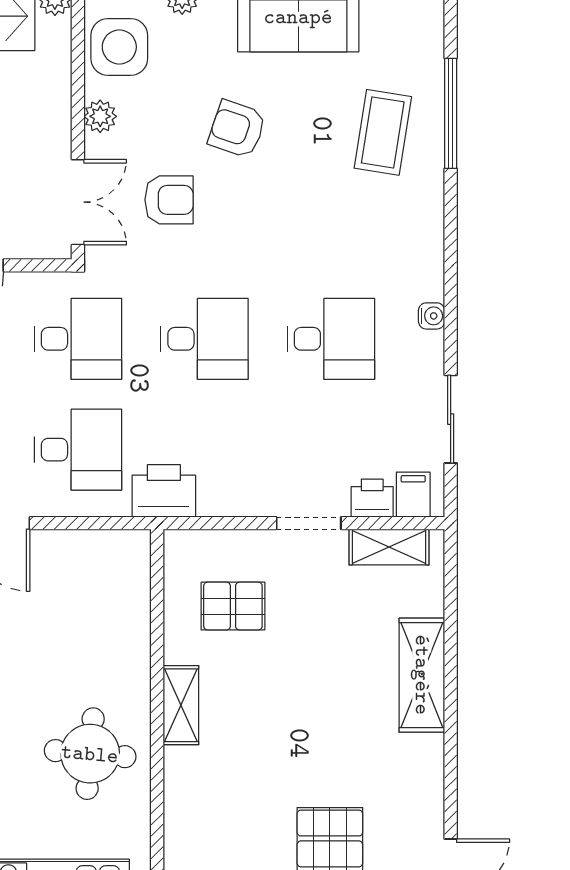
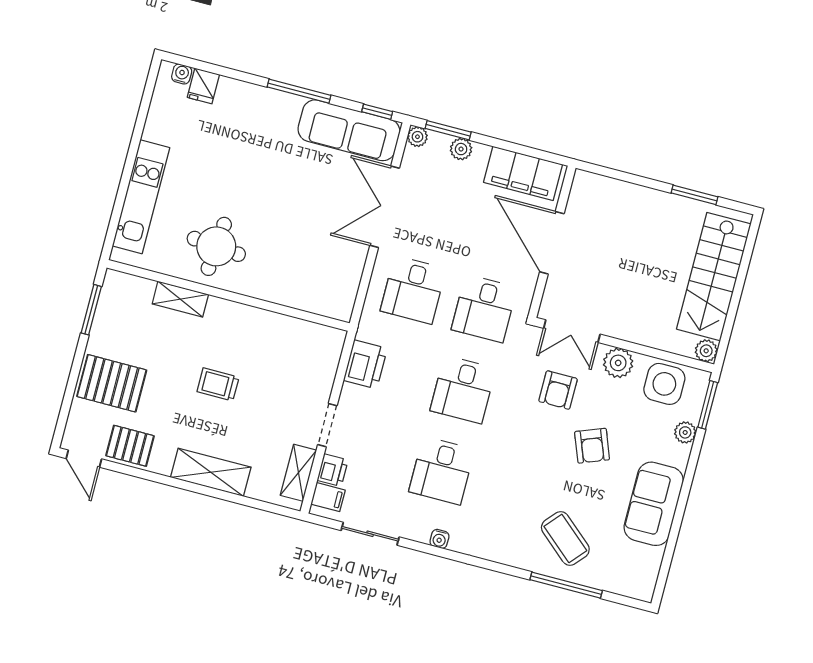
plant: (100, 116) -> (618, 363), width x1.38, depth x1.38
armchair: (237, 129) -> (592, 446), turned 140
coffee table: (383, 132) -> (565, 538), turned 32
printer: (164, 491) -> (365, 364), moved
pallet: (233, 606) -> (130, 446), moved, turned 90
trolley: (291, 698) -> (218, 384), added
shelving: (181, 705) -> (180, 299), moved

